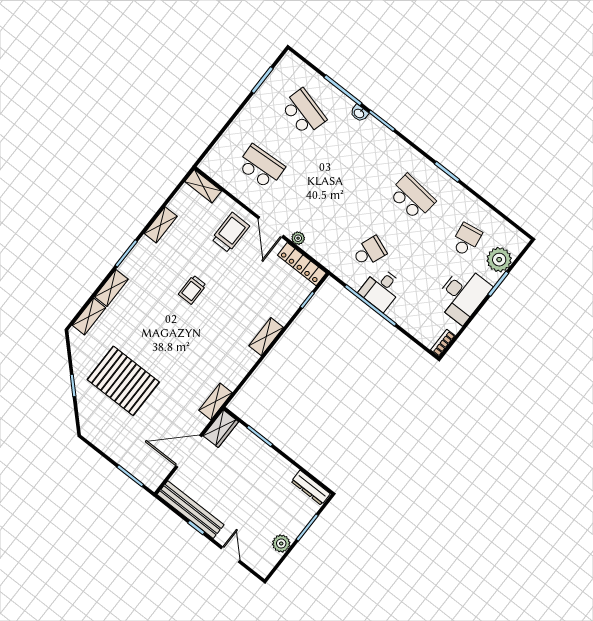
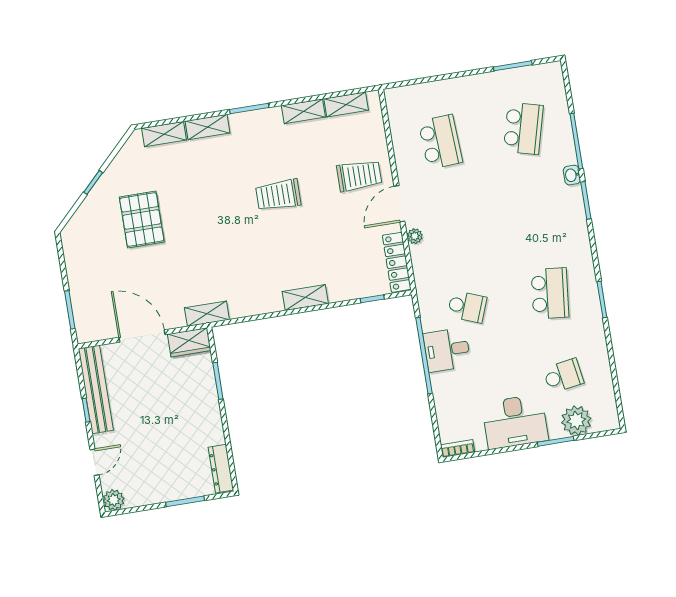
shelving: (203, 186) -> (346, 104), moved, turned 90
trolley: (192, 290) -> (278, 195), width x1.36, depth x1.39
pallet: (123, 381) -> (142, 220), width x0.73, depth x0.71
plant: (281, 543) -> (114, 500), moved

